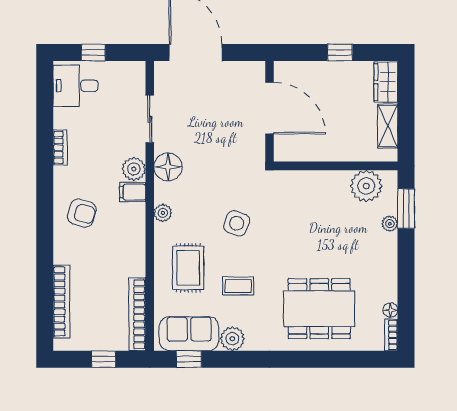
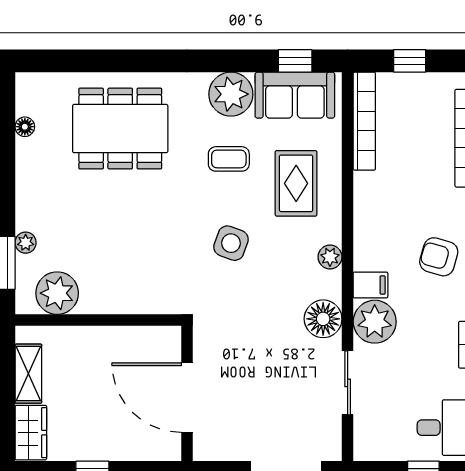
plant: (134, 169) -> (375, 322), width x1.36, depth x1.36
bookcase: (391, 335) -> (24, 93), removed
plant: (232, 339) -> (231, 94), width x1.36, depth x1.36

